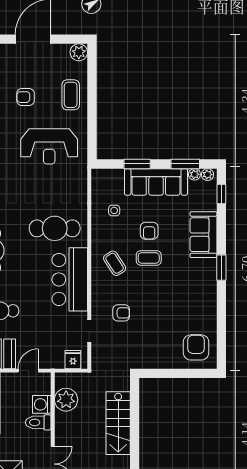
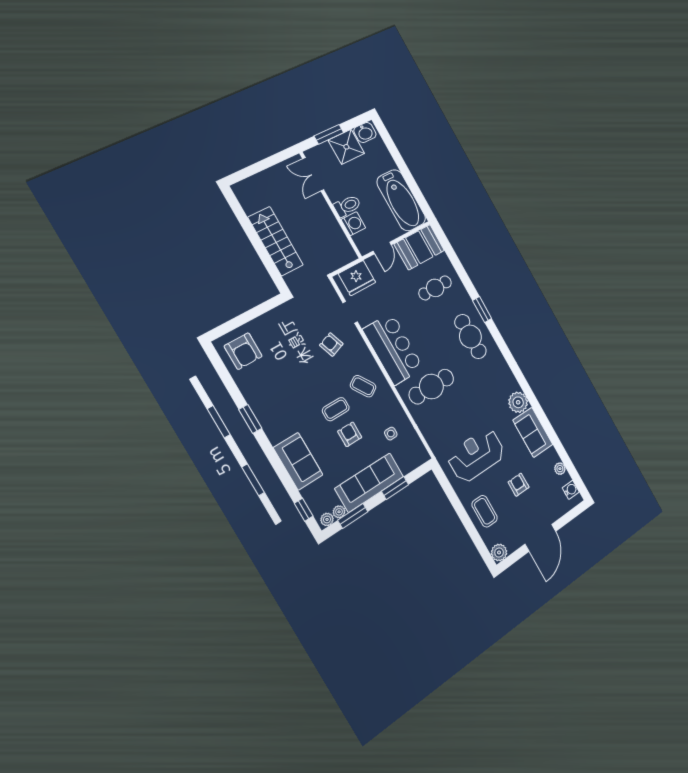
armchair: (25, 97) -> (519, 485), turned -90
window: (221, 268) -> (250, 419), moved
armchair: (121, 313) -> (331, 344), turned 70
fridge: (73, 360) -> (357, 278), width x1.88, depth x1.34
plant: (66, 400) -> (335, 239), removed

